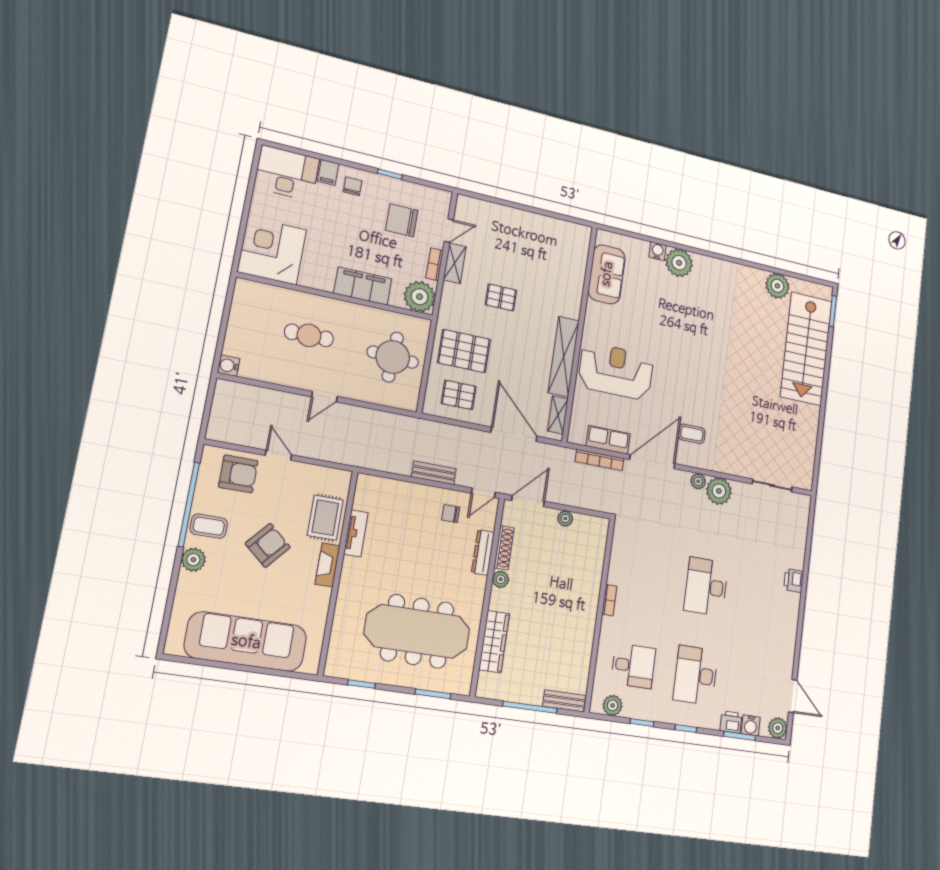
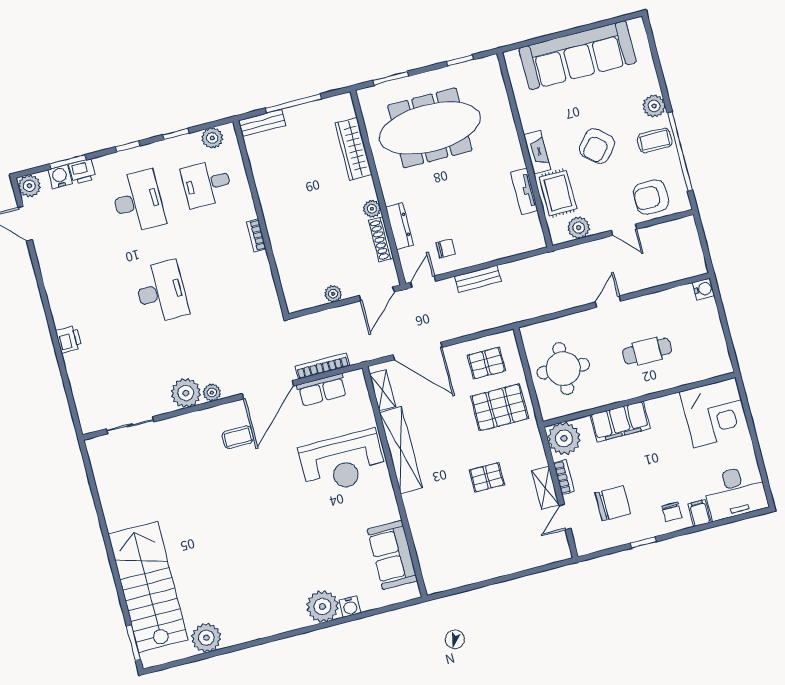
plant: (321, 477) -> (579, 228), added

